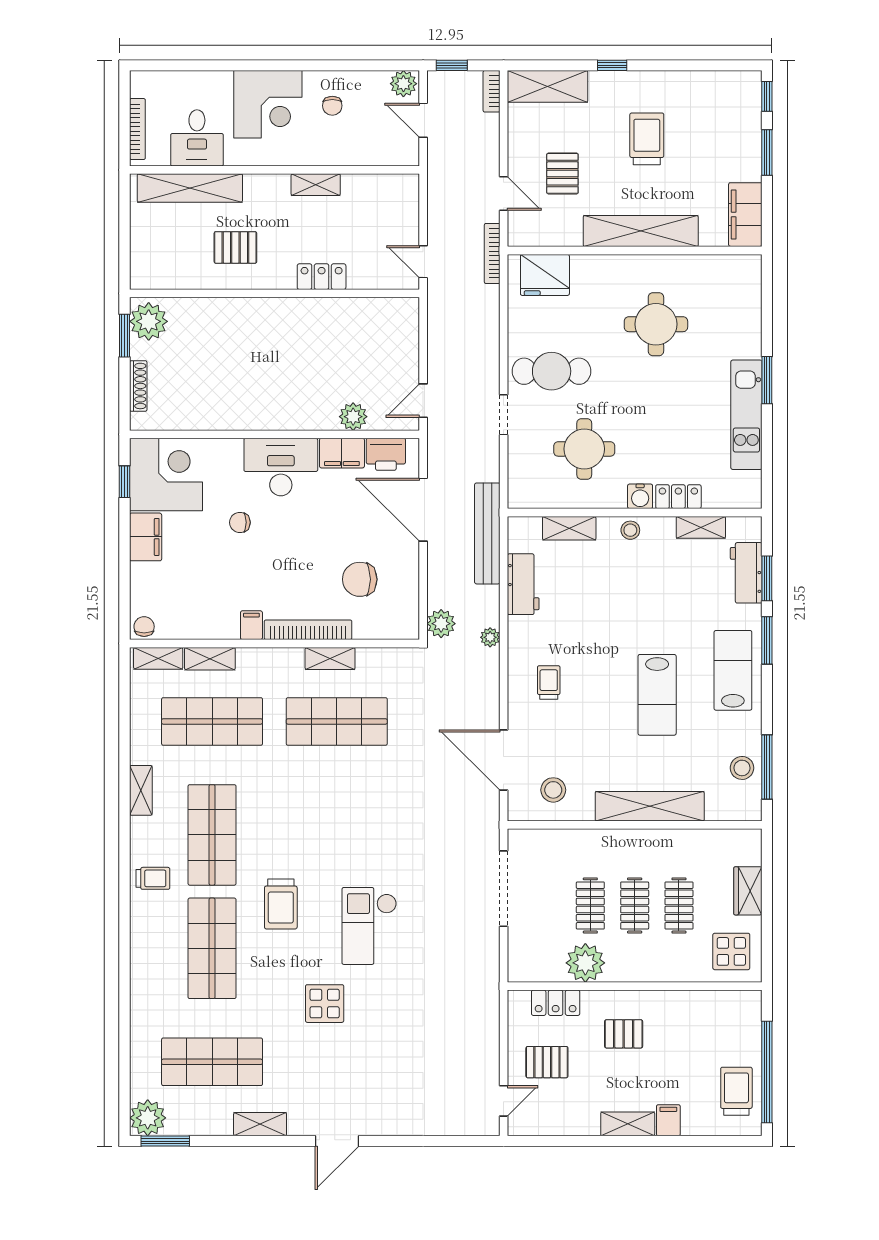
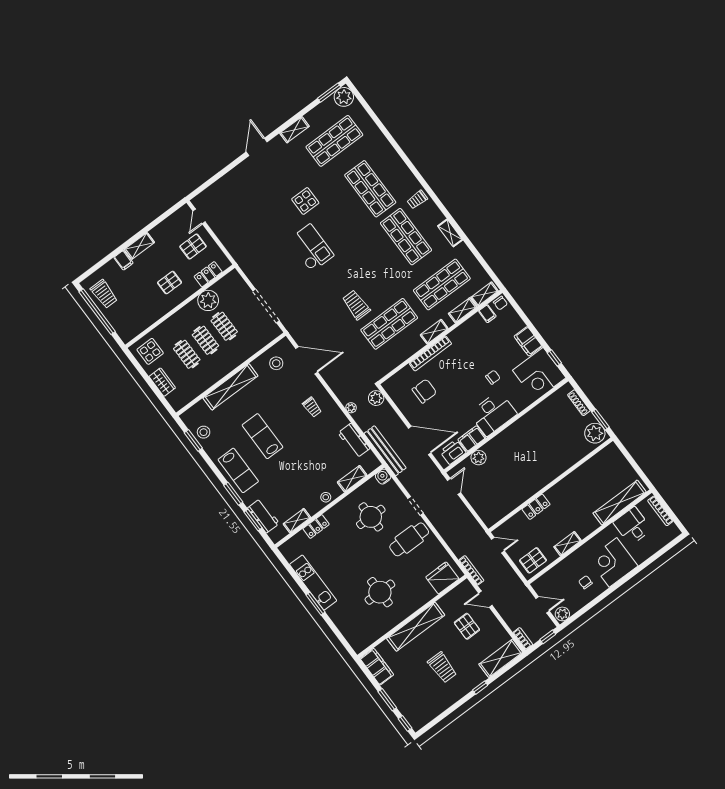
pallet: (235, 247) -> (533, 560), moved
water cooler: (640, 496) -> (383, 477), moved
filing cabinet: (251, 625) -> (487, 314), moved
shelving: (330, 658) -> (434, 332), moved
window: (767, 767) -> (193, 440), width x0.69
trolley: (281, 904) -> (356, 305), moved

